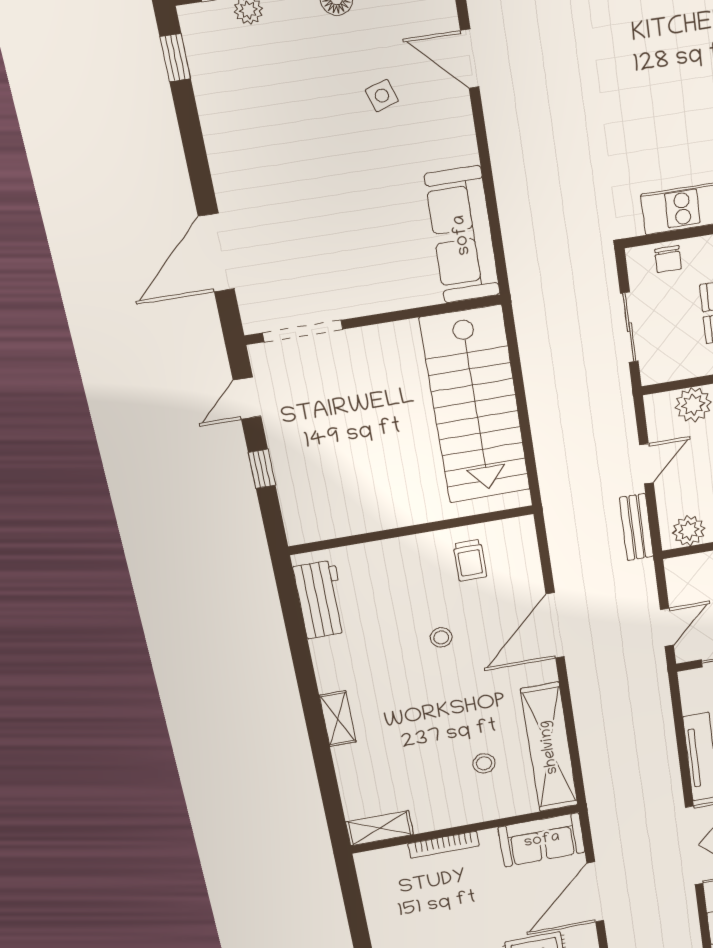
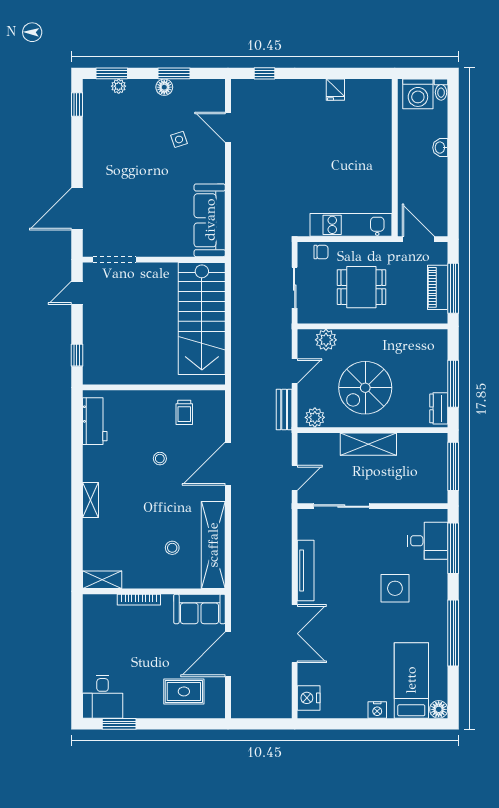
chair: (668, 259) -> (321, 252), turned -90
window: (262, 469) -> (77, 355), moved

